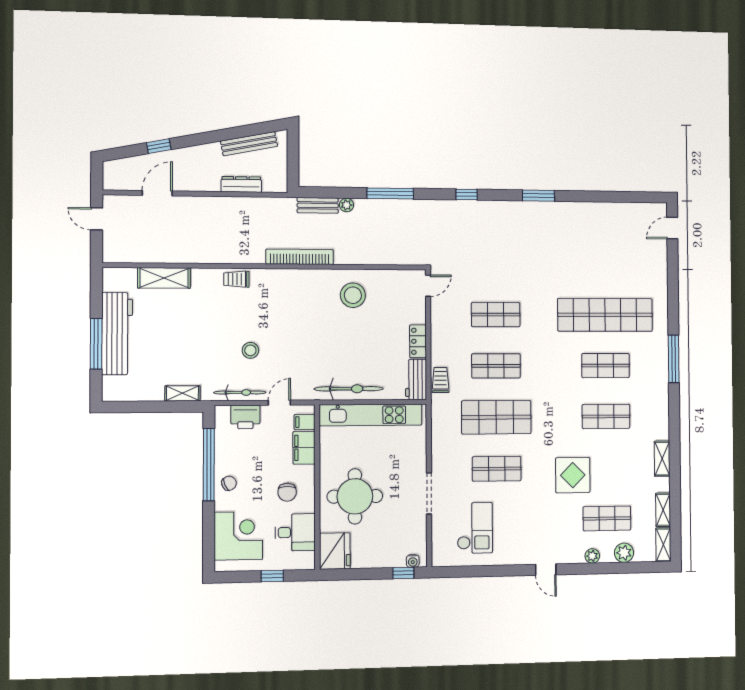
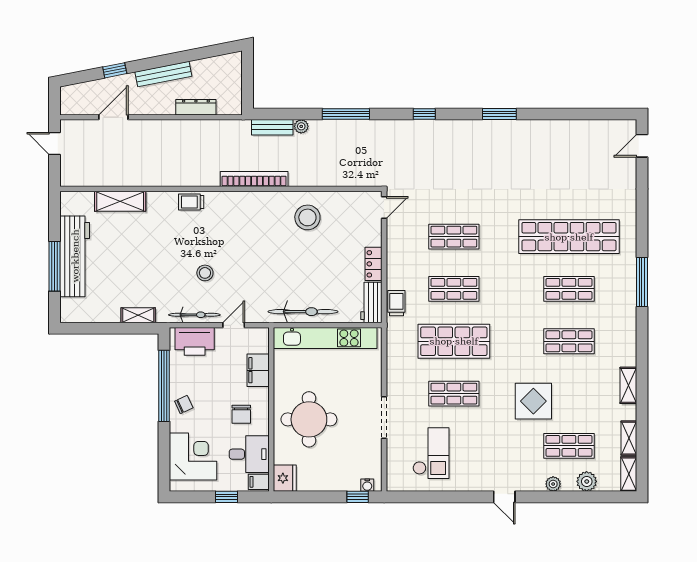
bench: (249, 144) -> (163, 74), moved
printer: (245, 417) -> (195, 341), width x1.37, depth x1.19
filing cabinet: (305, 422) -> (259, 482), moved
fridge: (335, 551) -> (285, 478), width x0.73, depth x0.75

